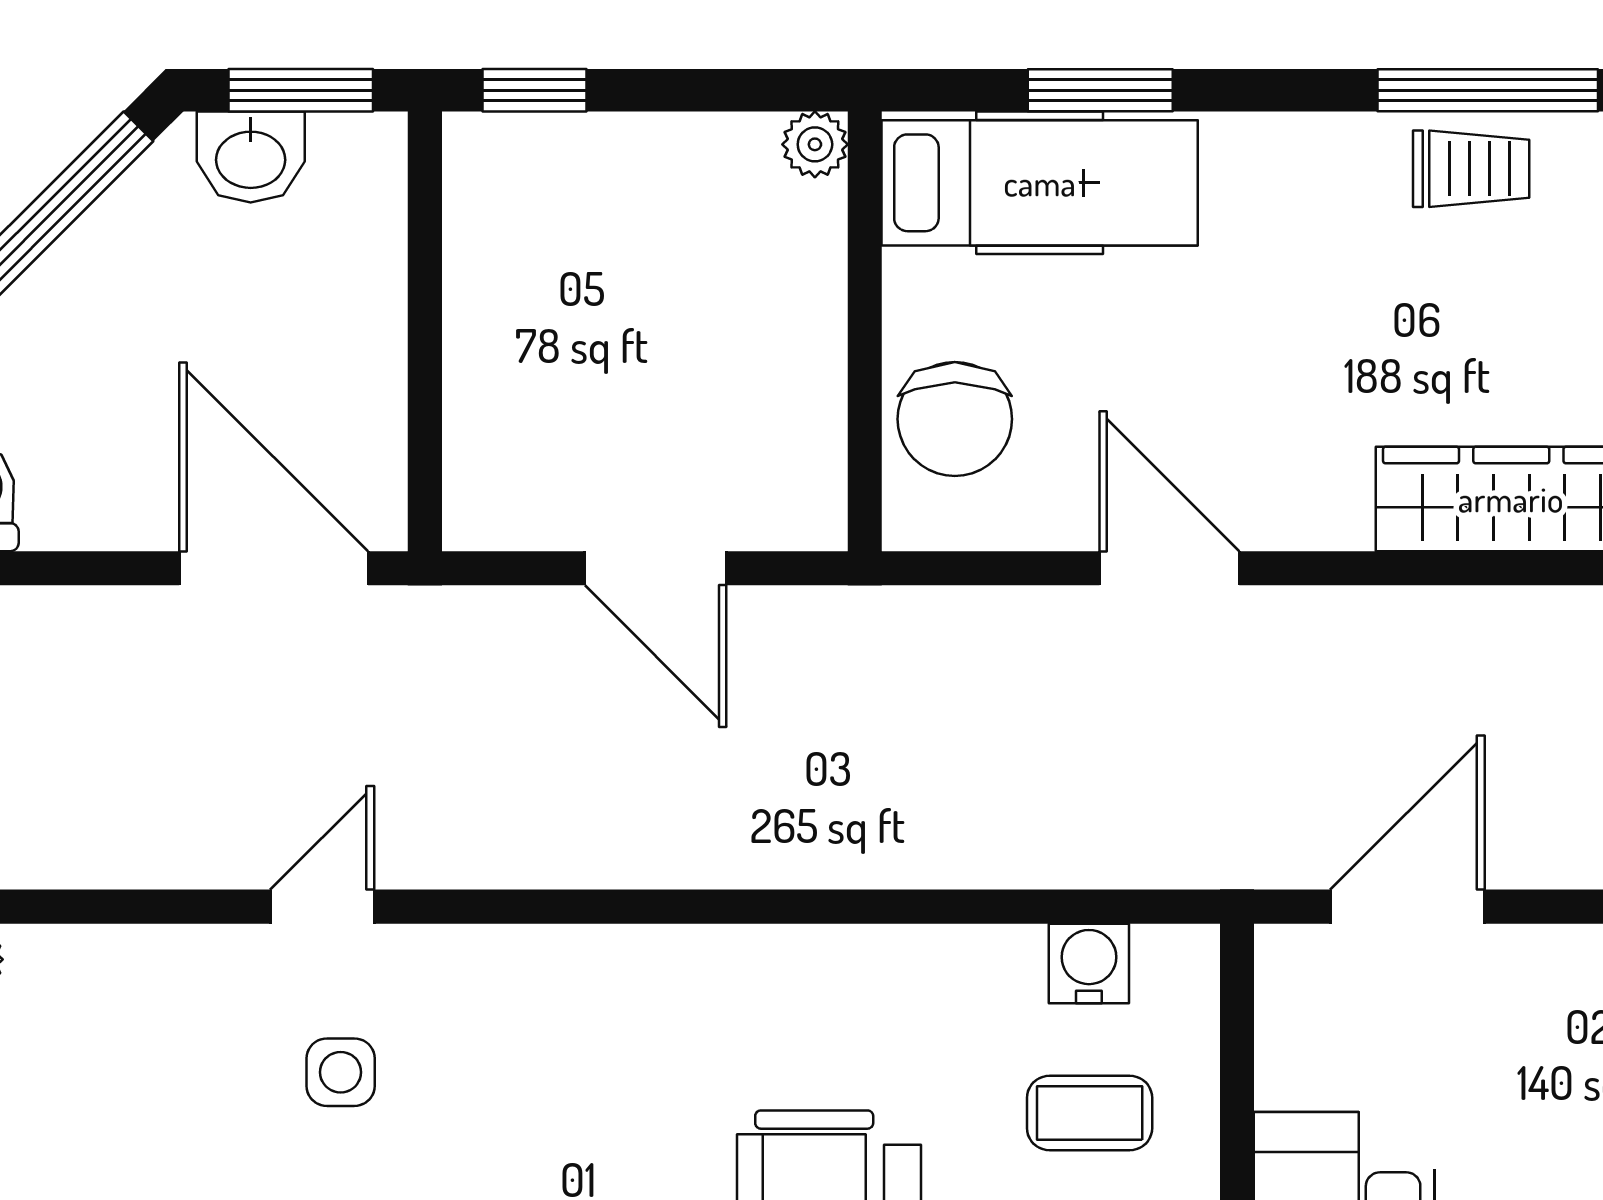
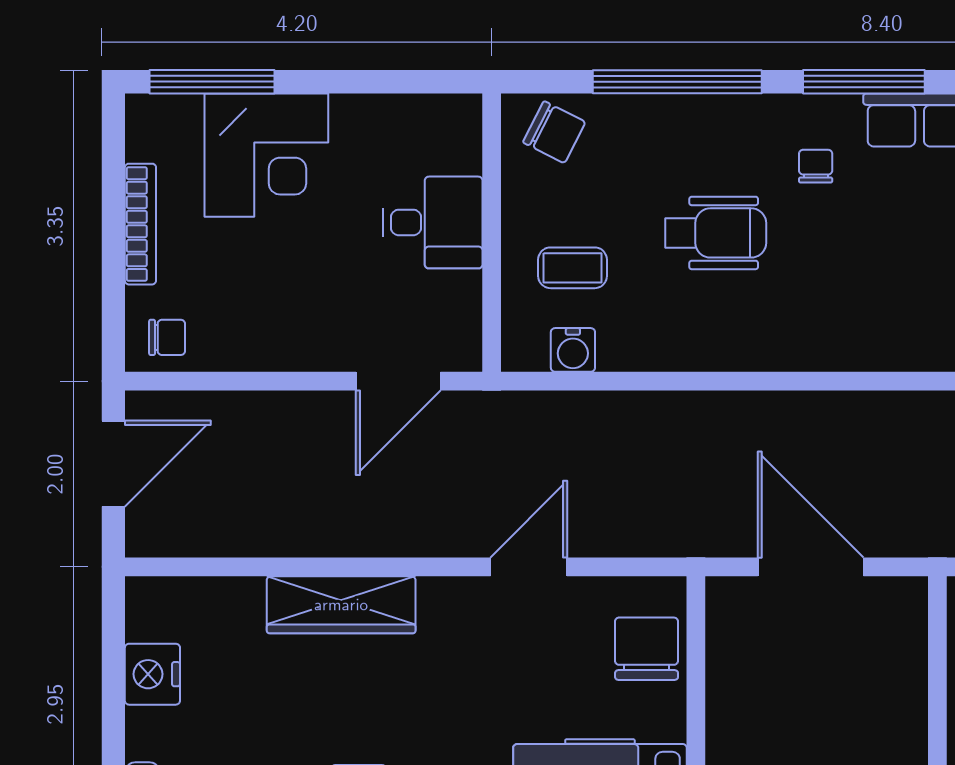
door: (656, 568) -> (811, 567), width x1.36
door: (1169, 568) -> (529, 567), swing flipped

